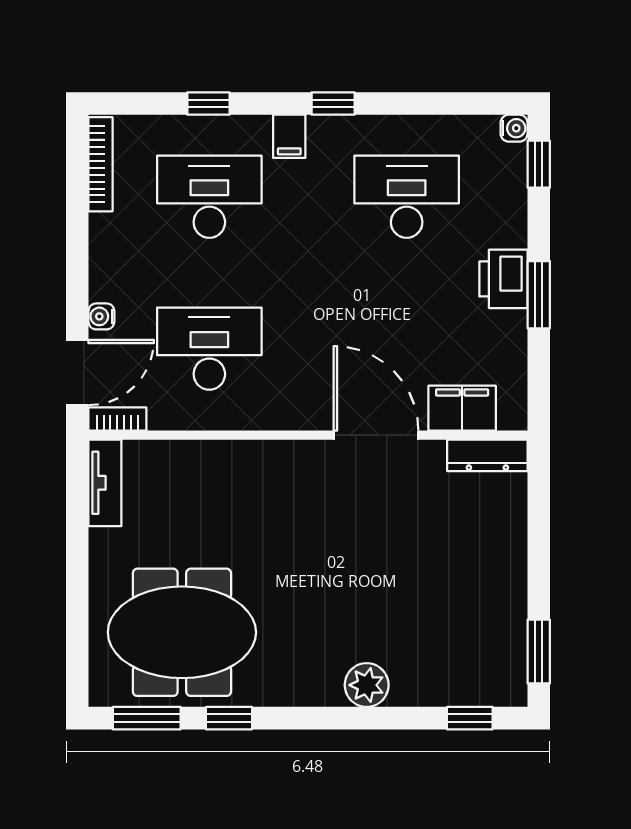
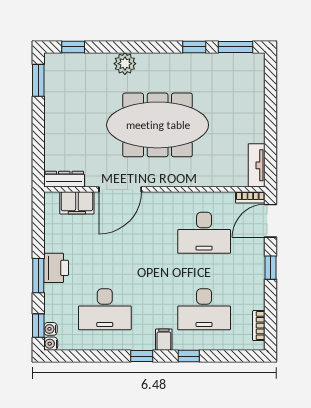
window: (208, 104) -> (189, 356), moved
bookcase: (100, 164) -> (259, 326), width x0.64
window: (77, 279) -> (271, 268), added
window: (539, 295) -> (38, 276), moved
water cooler: (101, 316) -> (51, 329), moved, turned 180
door: (376, 435) -> (120, 189), hinge flipped
meeting table: (182, 632) -> (158, 125), moved, width x1.36

